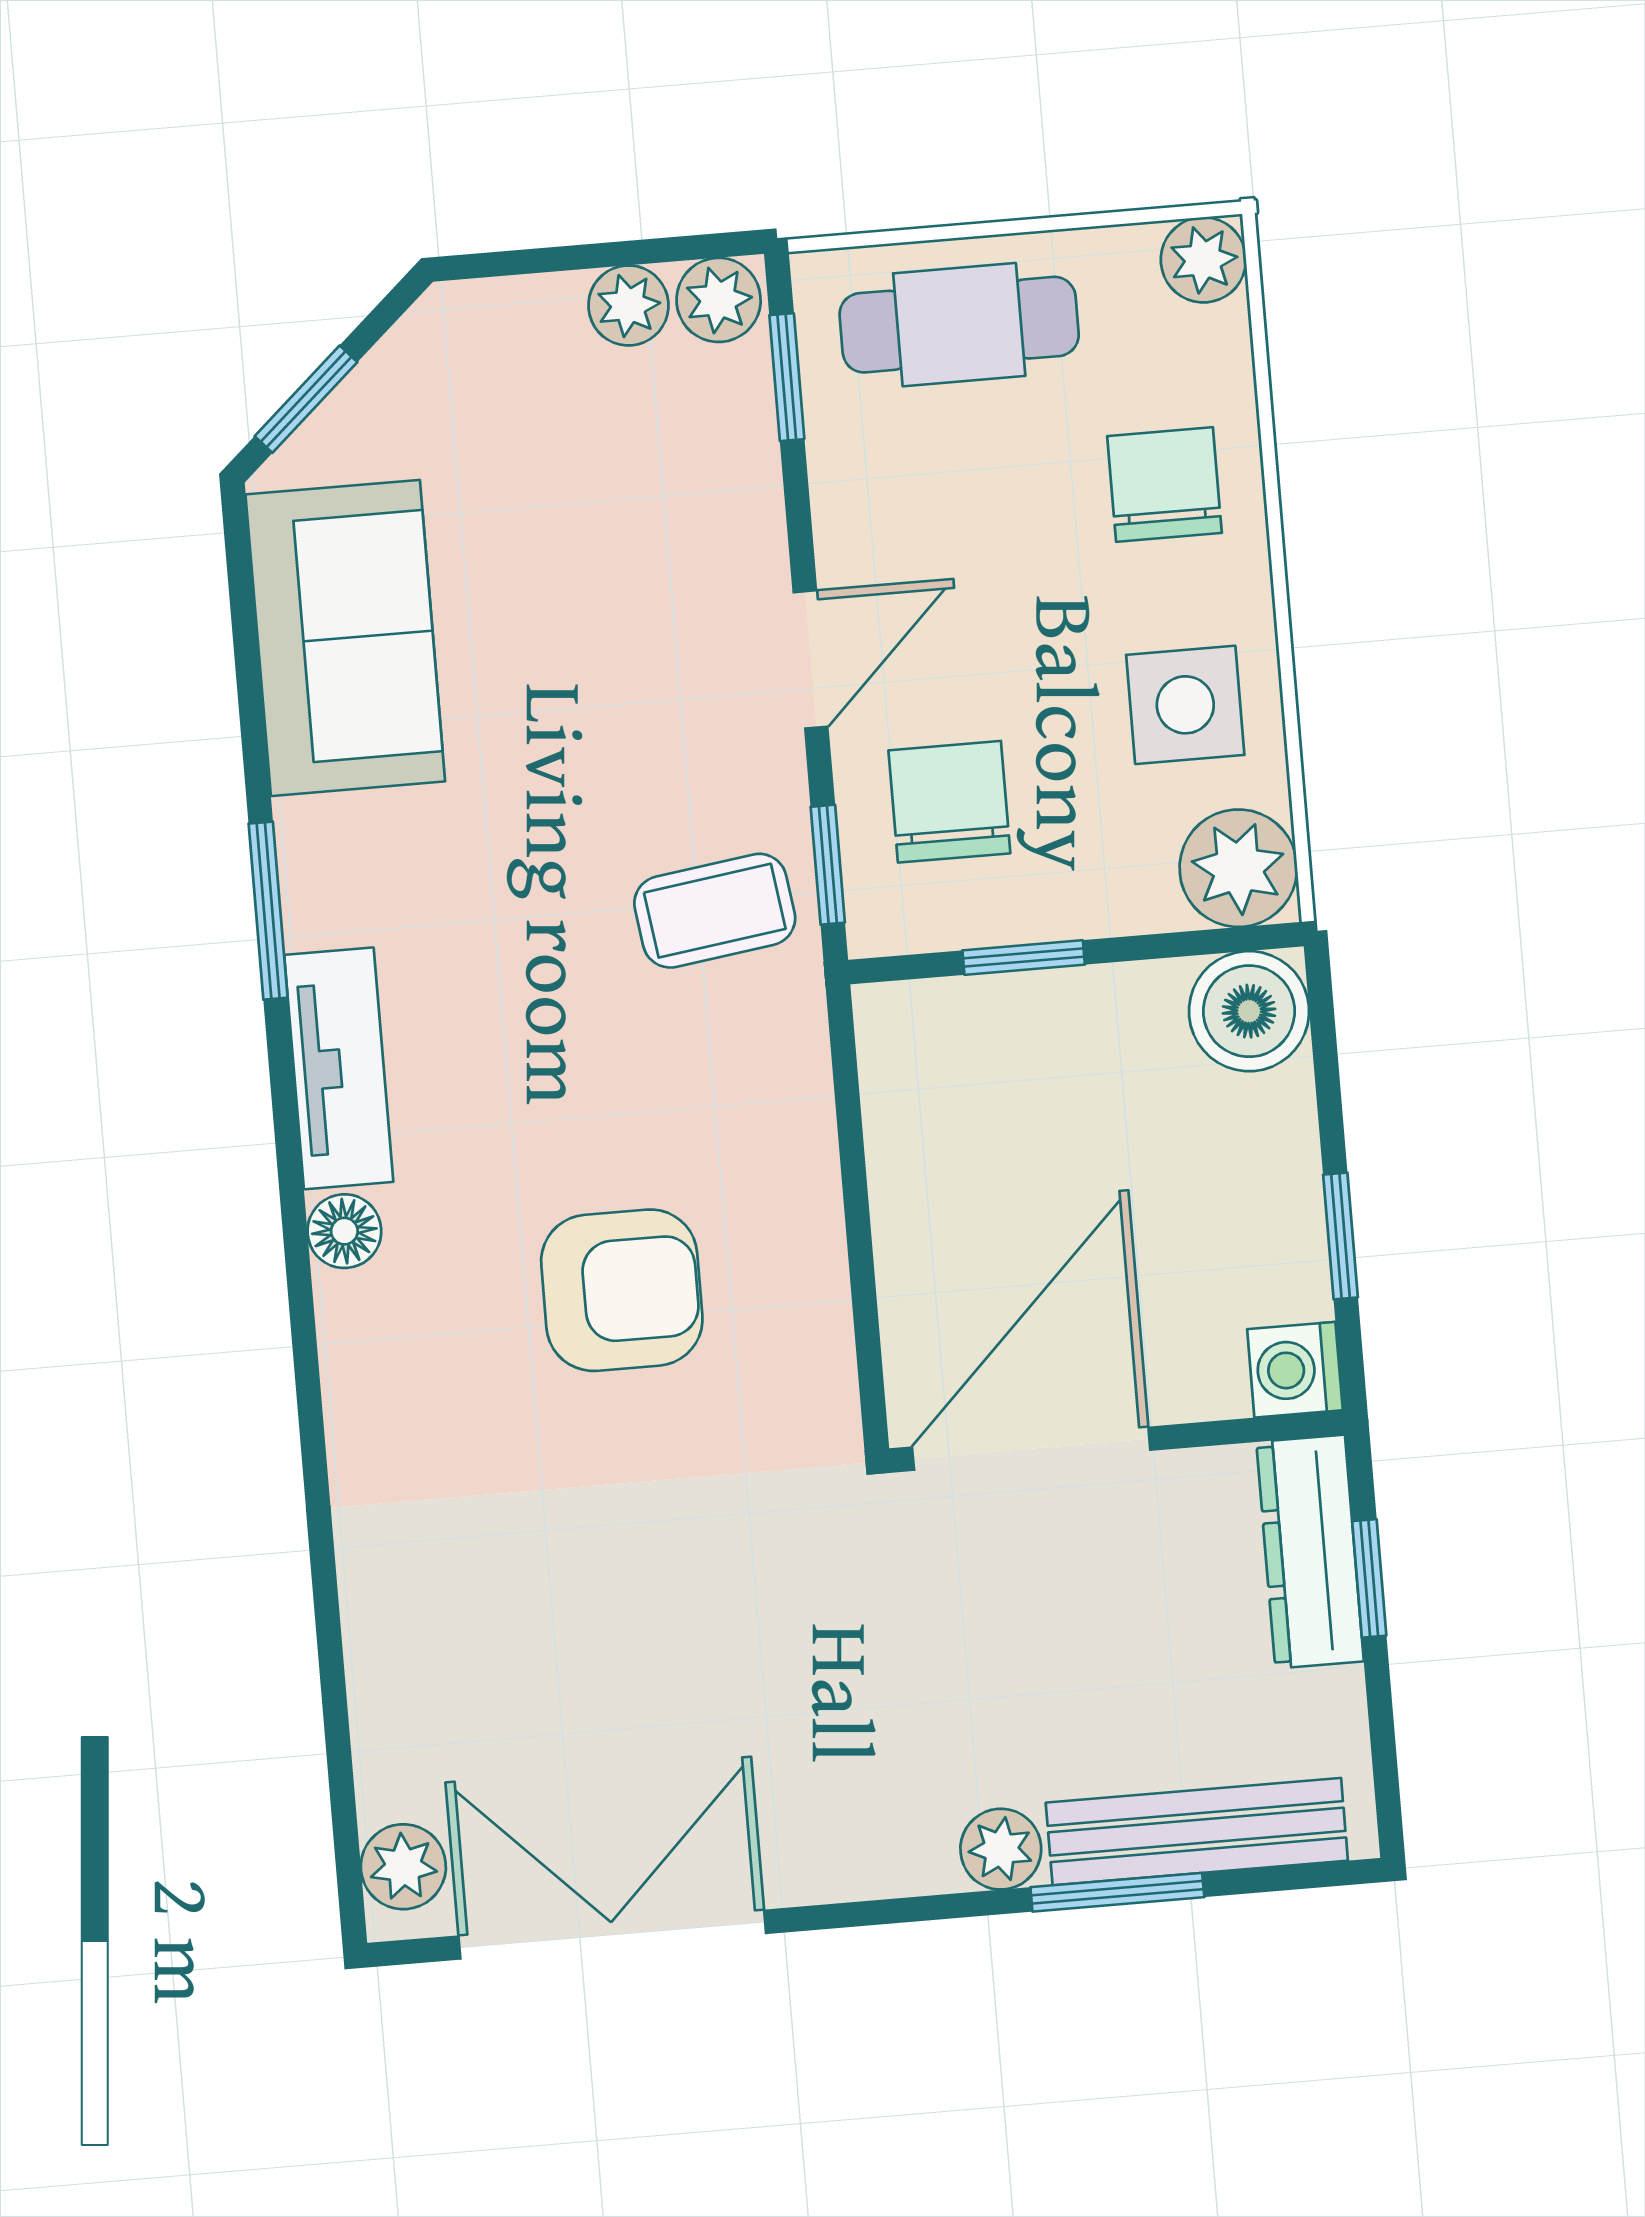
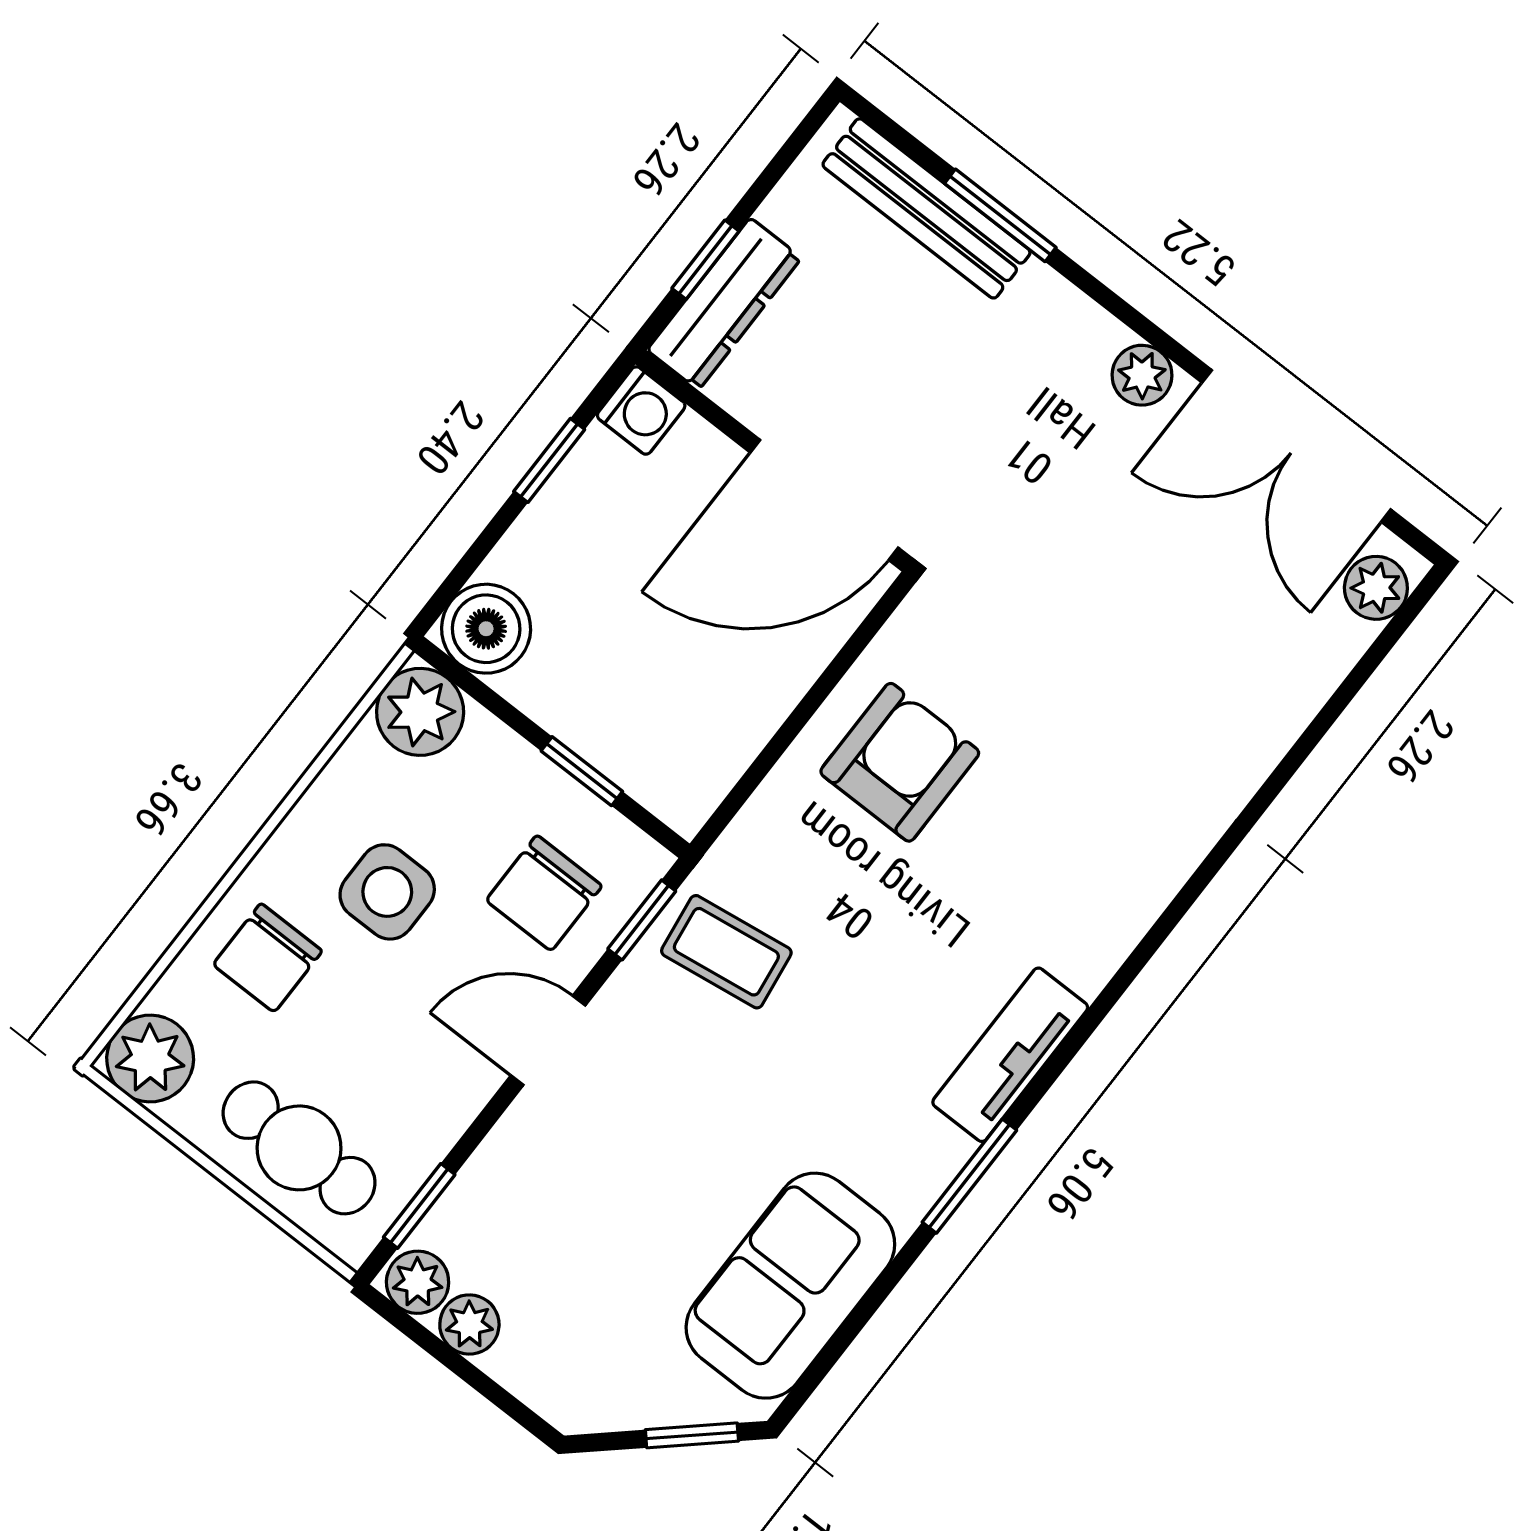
plant: (1203, 260) -> (150, 1058), width x1.38, depth x1.38
side table: (1185, 705) -> (387, 892), moved
floor lamp: (344, 1231) -> (1089, 963), removed
armchair: (622, 1290) -> (900, 762), moved, turned 90
plant: (1001, 1849) -> (1142, 375), moved

